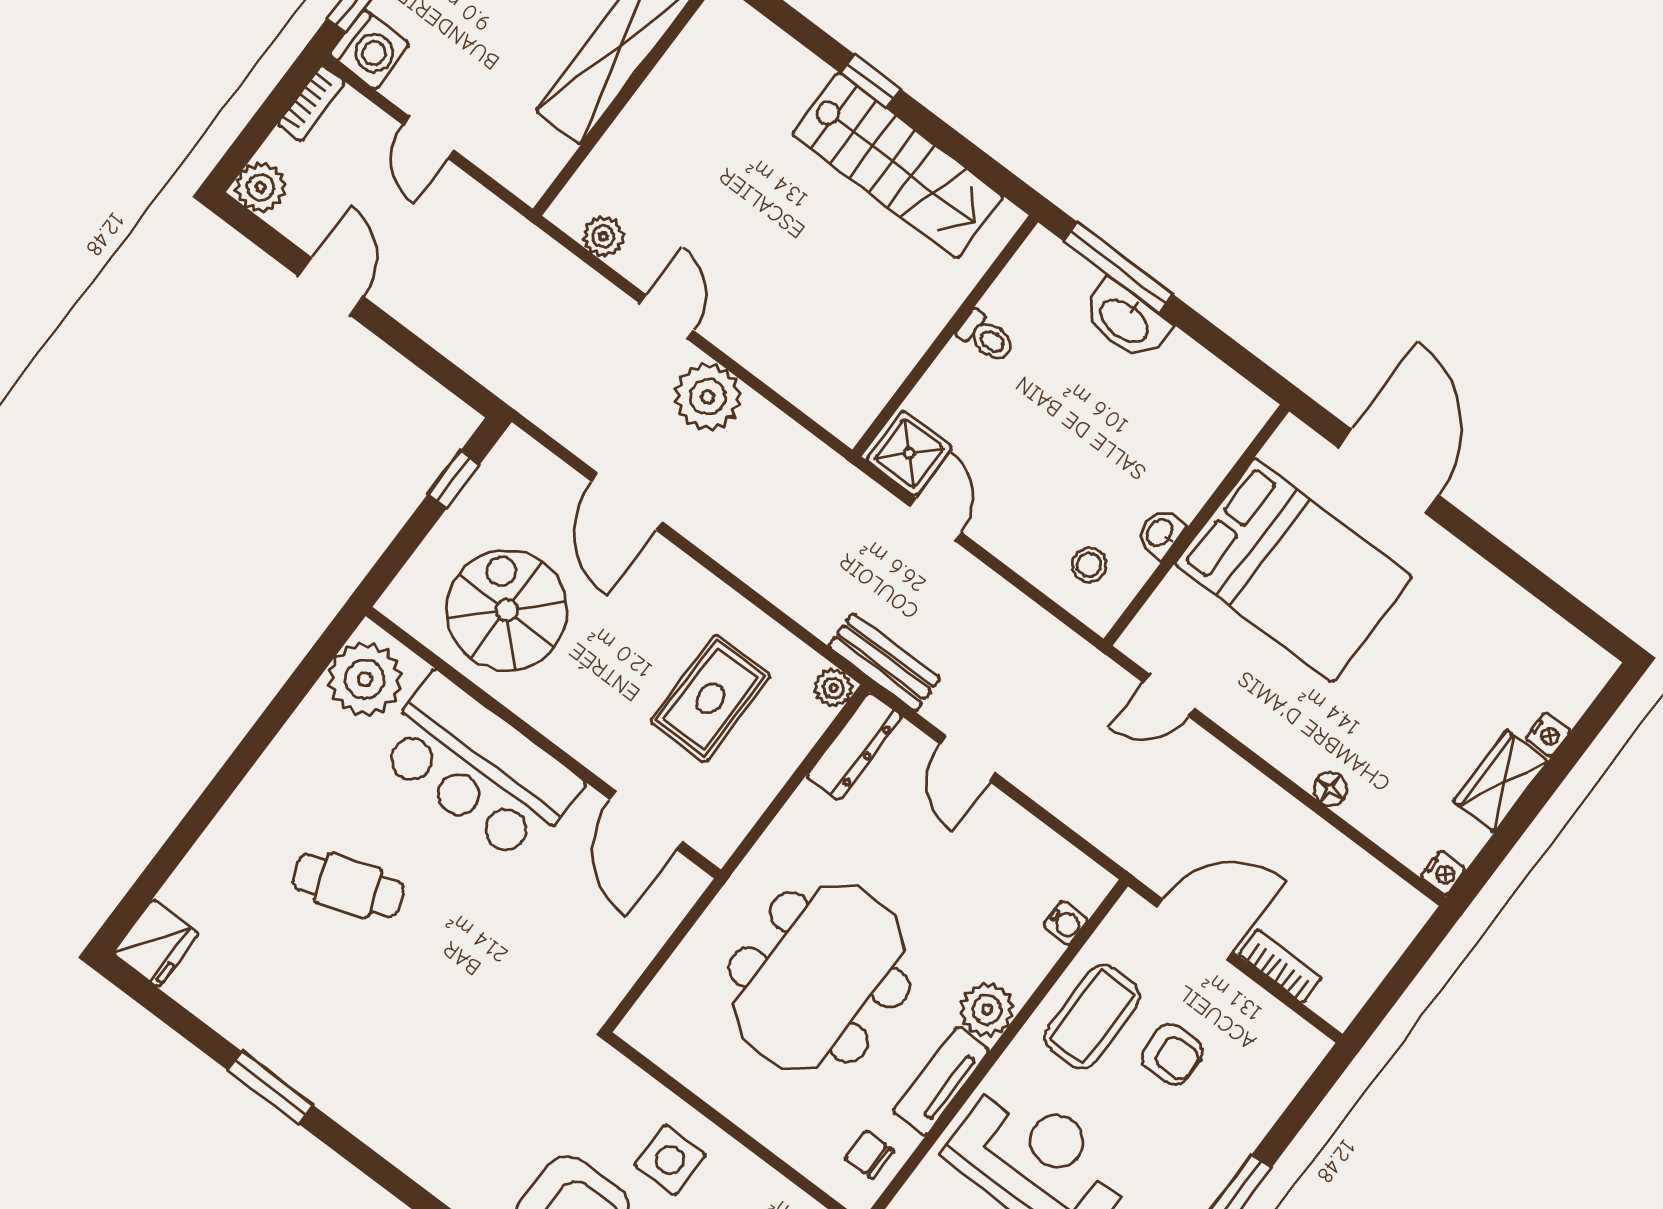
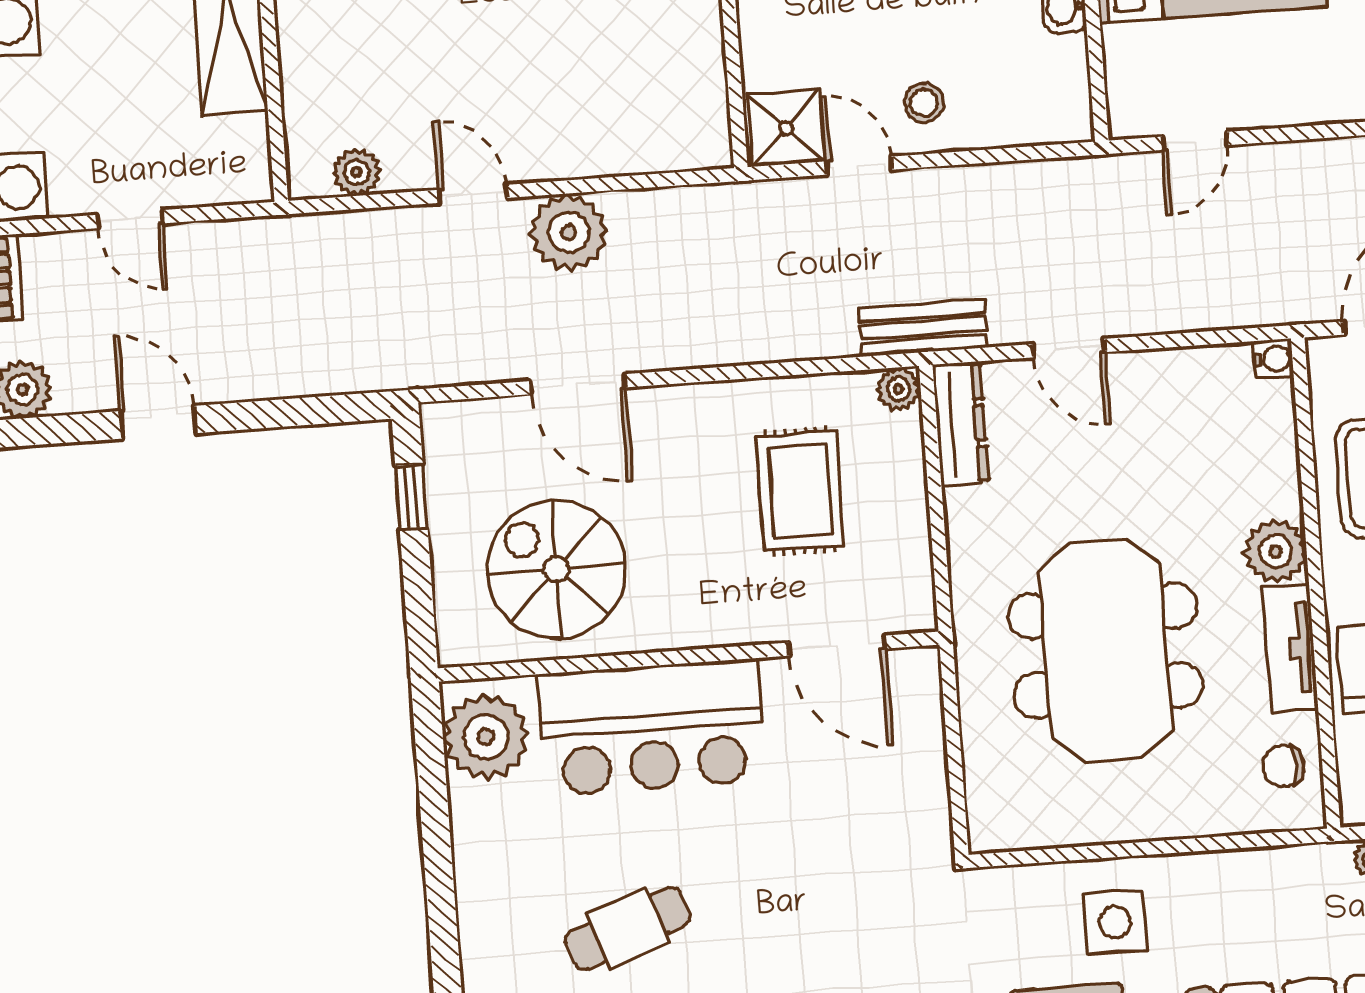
stool: (1089, 565) -> (924, 103), moved
water cooler: (1065, 923) -> (1274, 359), moved

